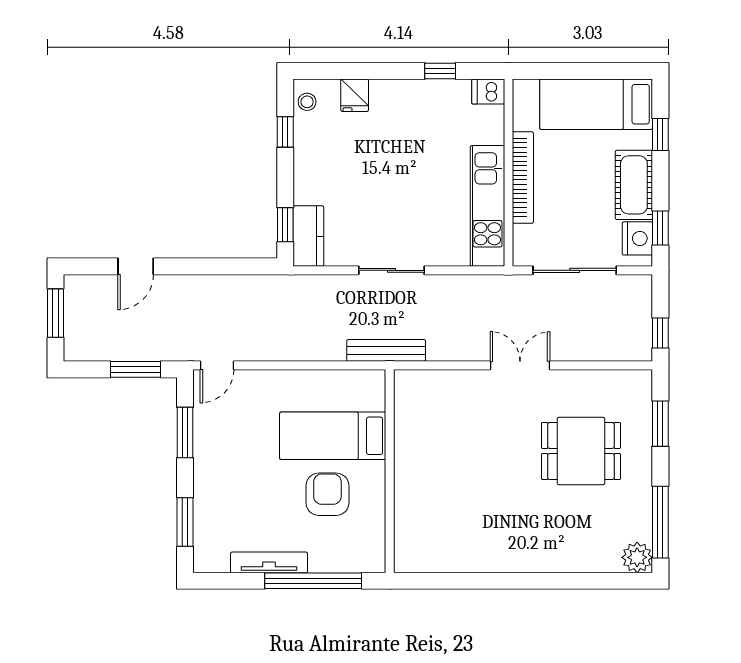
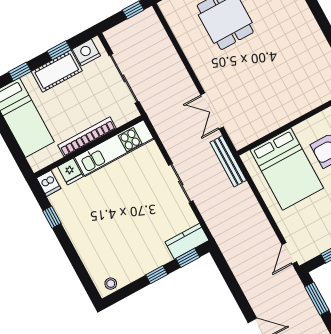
fridge: (355, 95) -> (70, 171), moved, turned 90
window: (285, 132) -> (157, 275), moved
window: (660, 228) -> (59, 50), moved
door: (217, 365) -> (289, 253), swing flipped
double door: (520, 365) -> (212, 111), moved
bed: (333, 436) -> (287, 169), width x1.50

